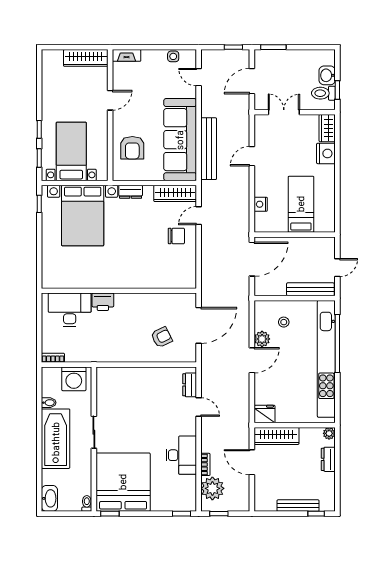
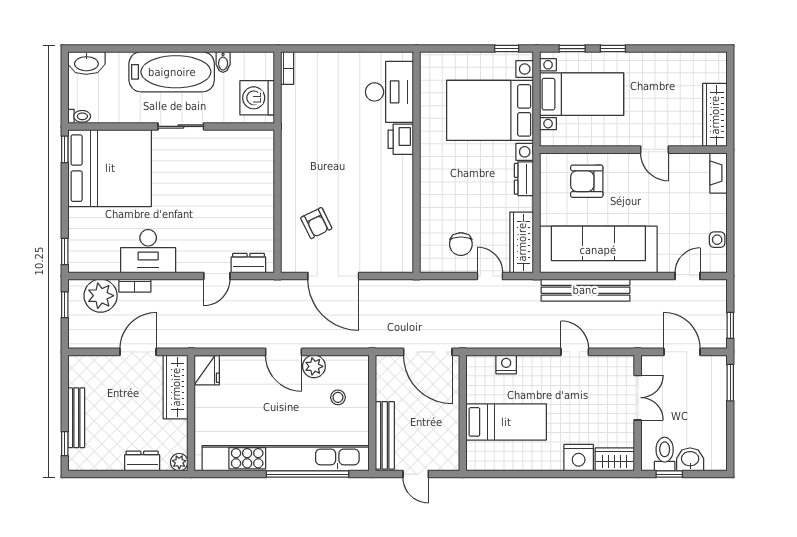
wall: (119, 291) -> (416, 162), moved
printer: (103, 302) -> (401, 139), moved
desk: (70, 310) -> (389, 92), moved

